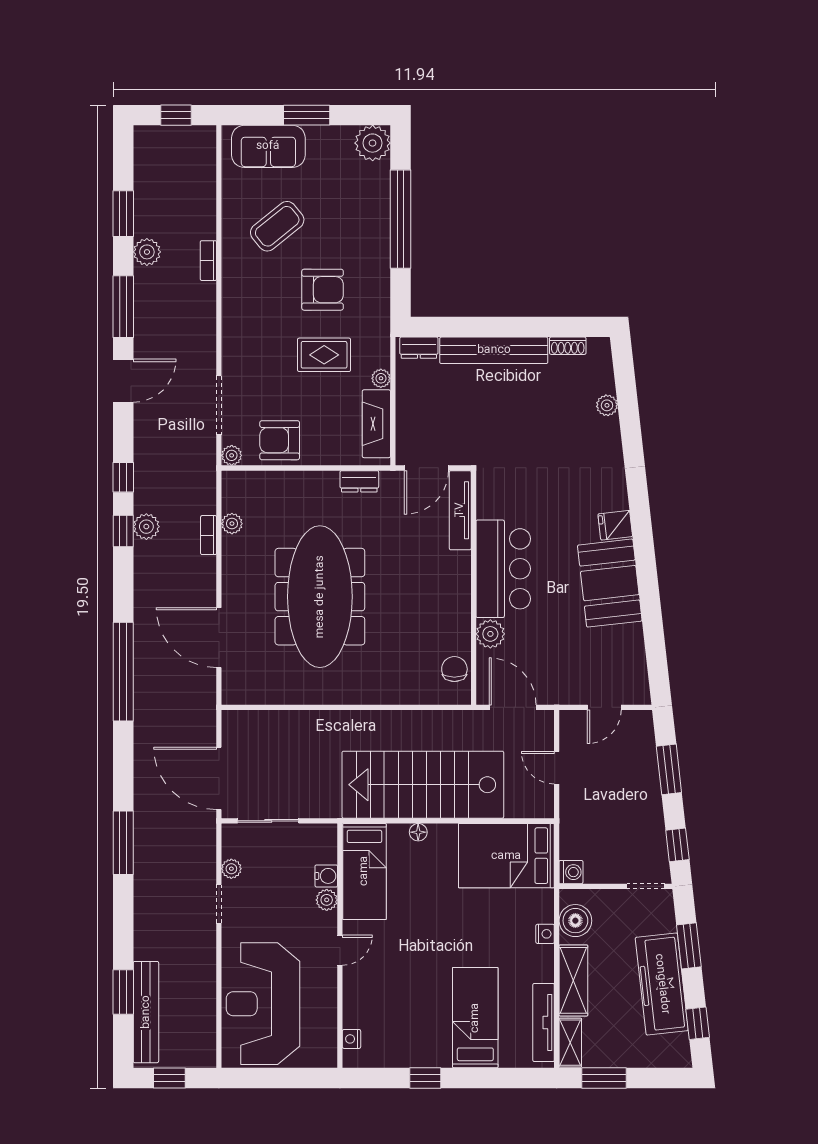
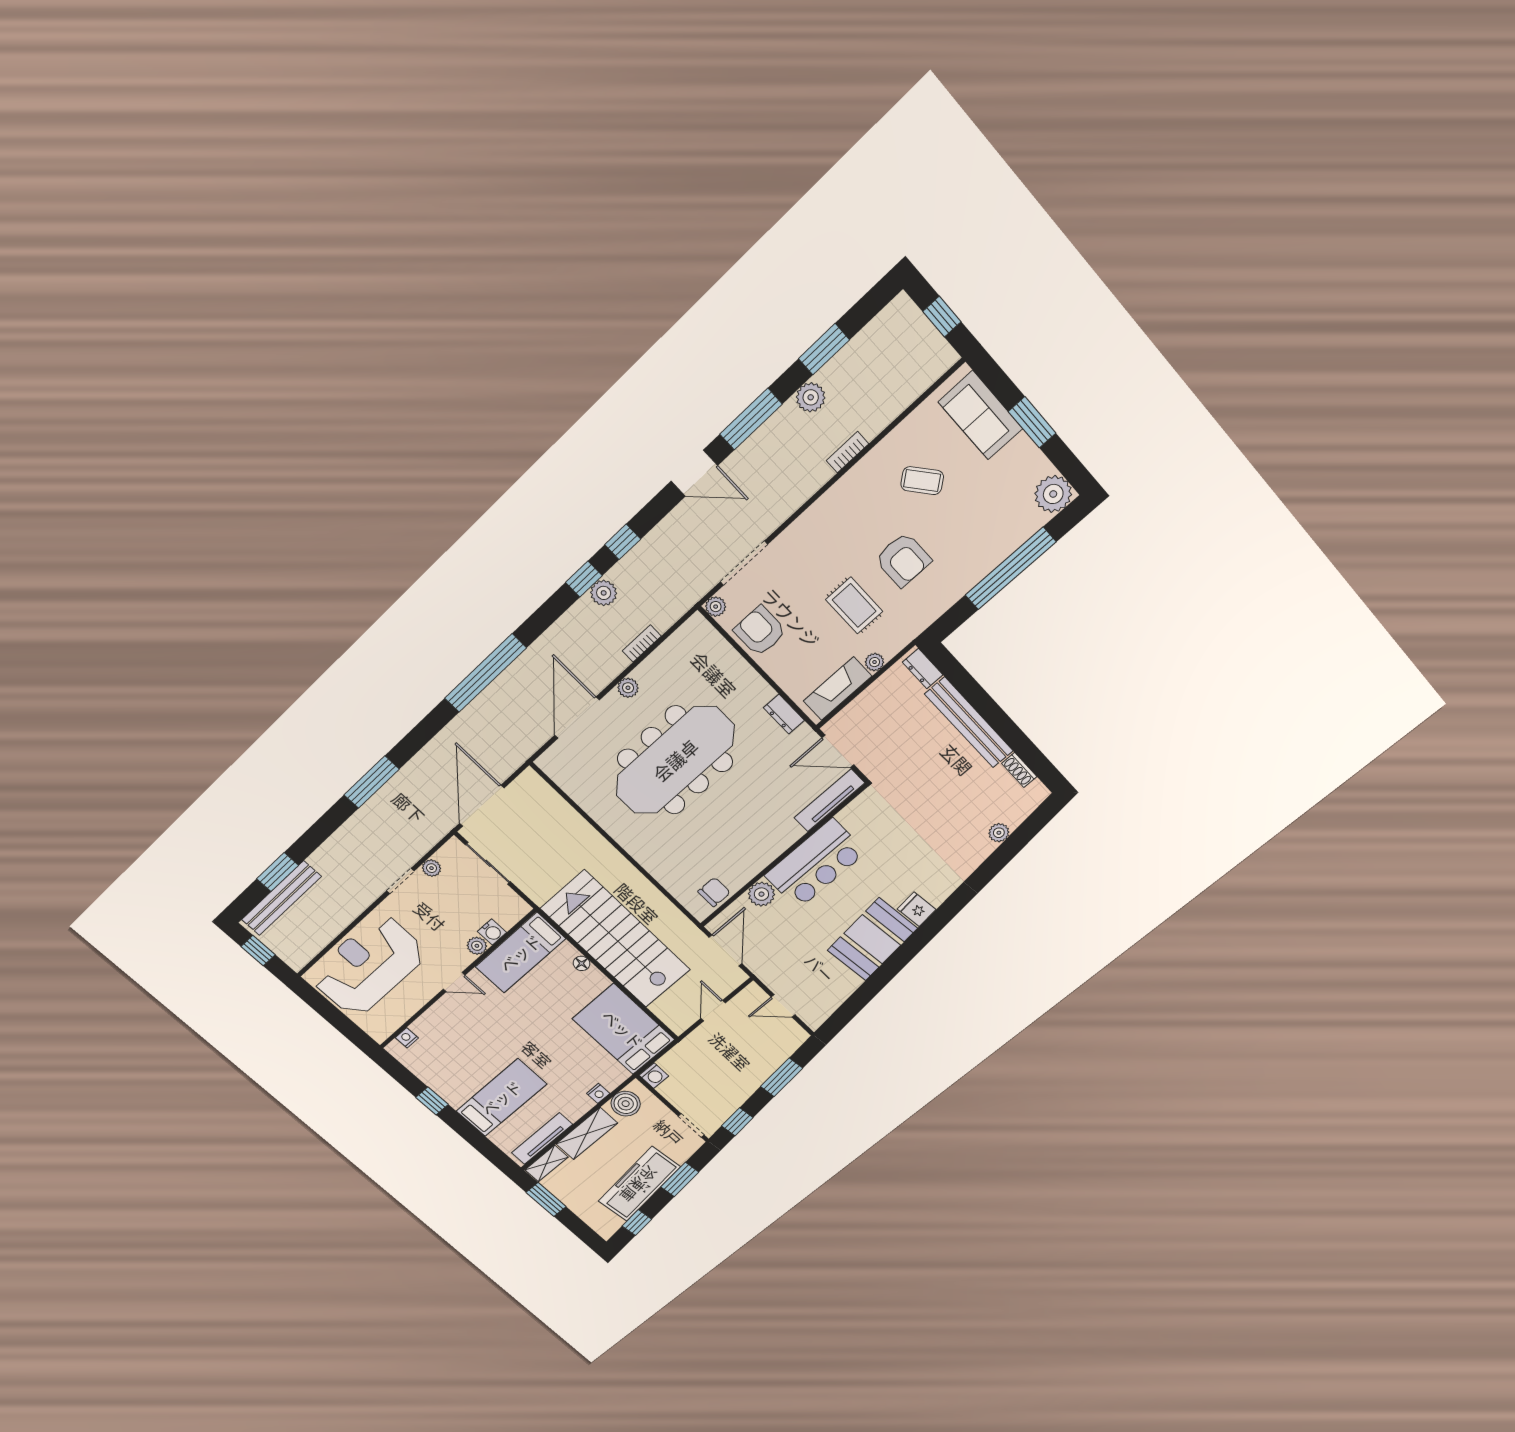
coffee table: (277, 226) -> (922, 481), width x0.73, depth x0.77
plant: (232, 524) -> (628, 688), moved

